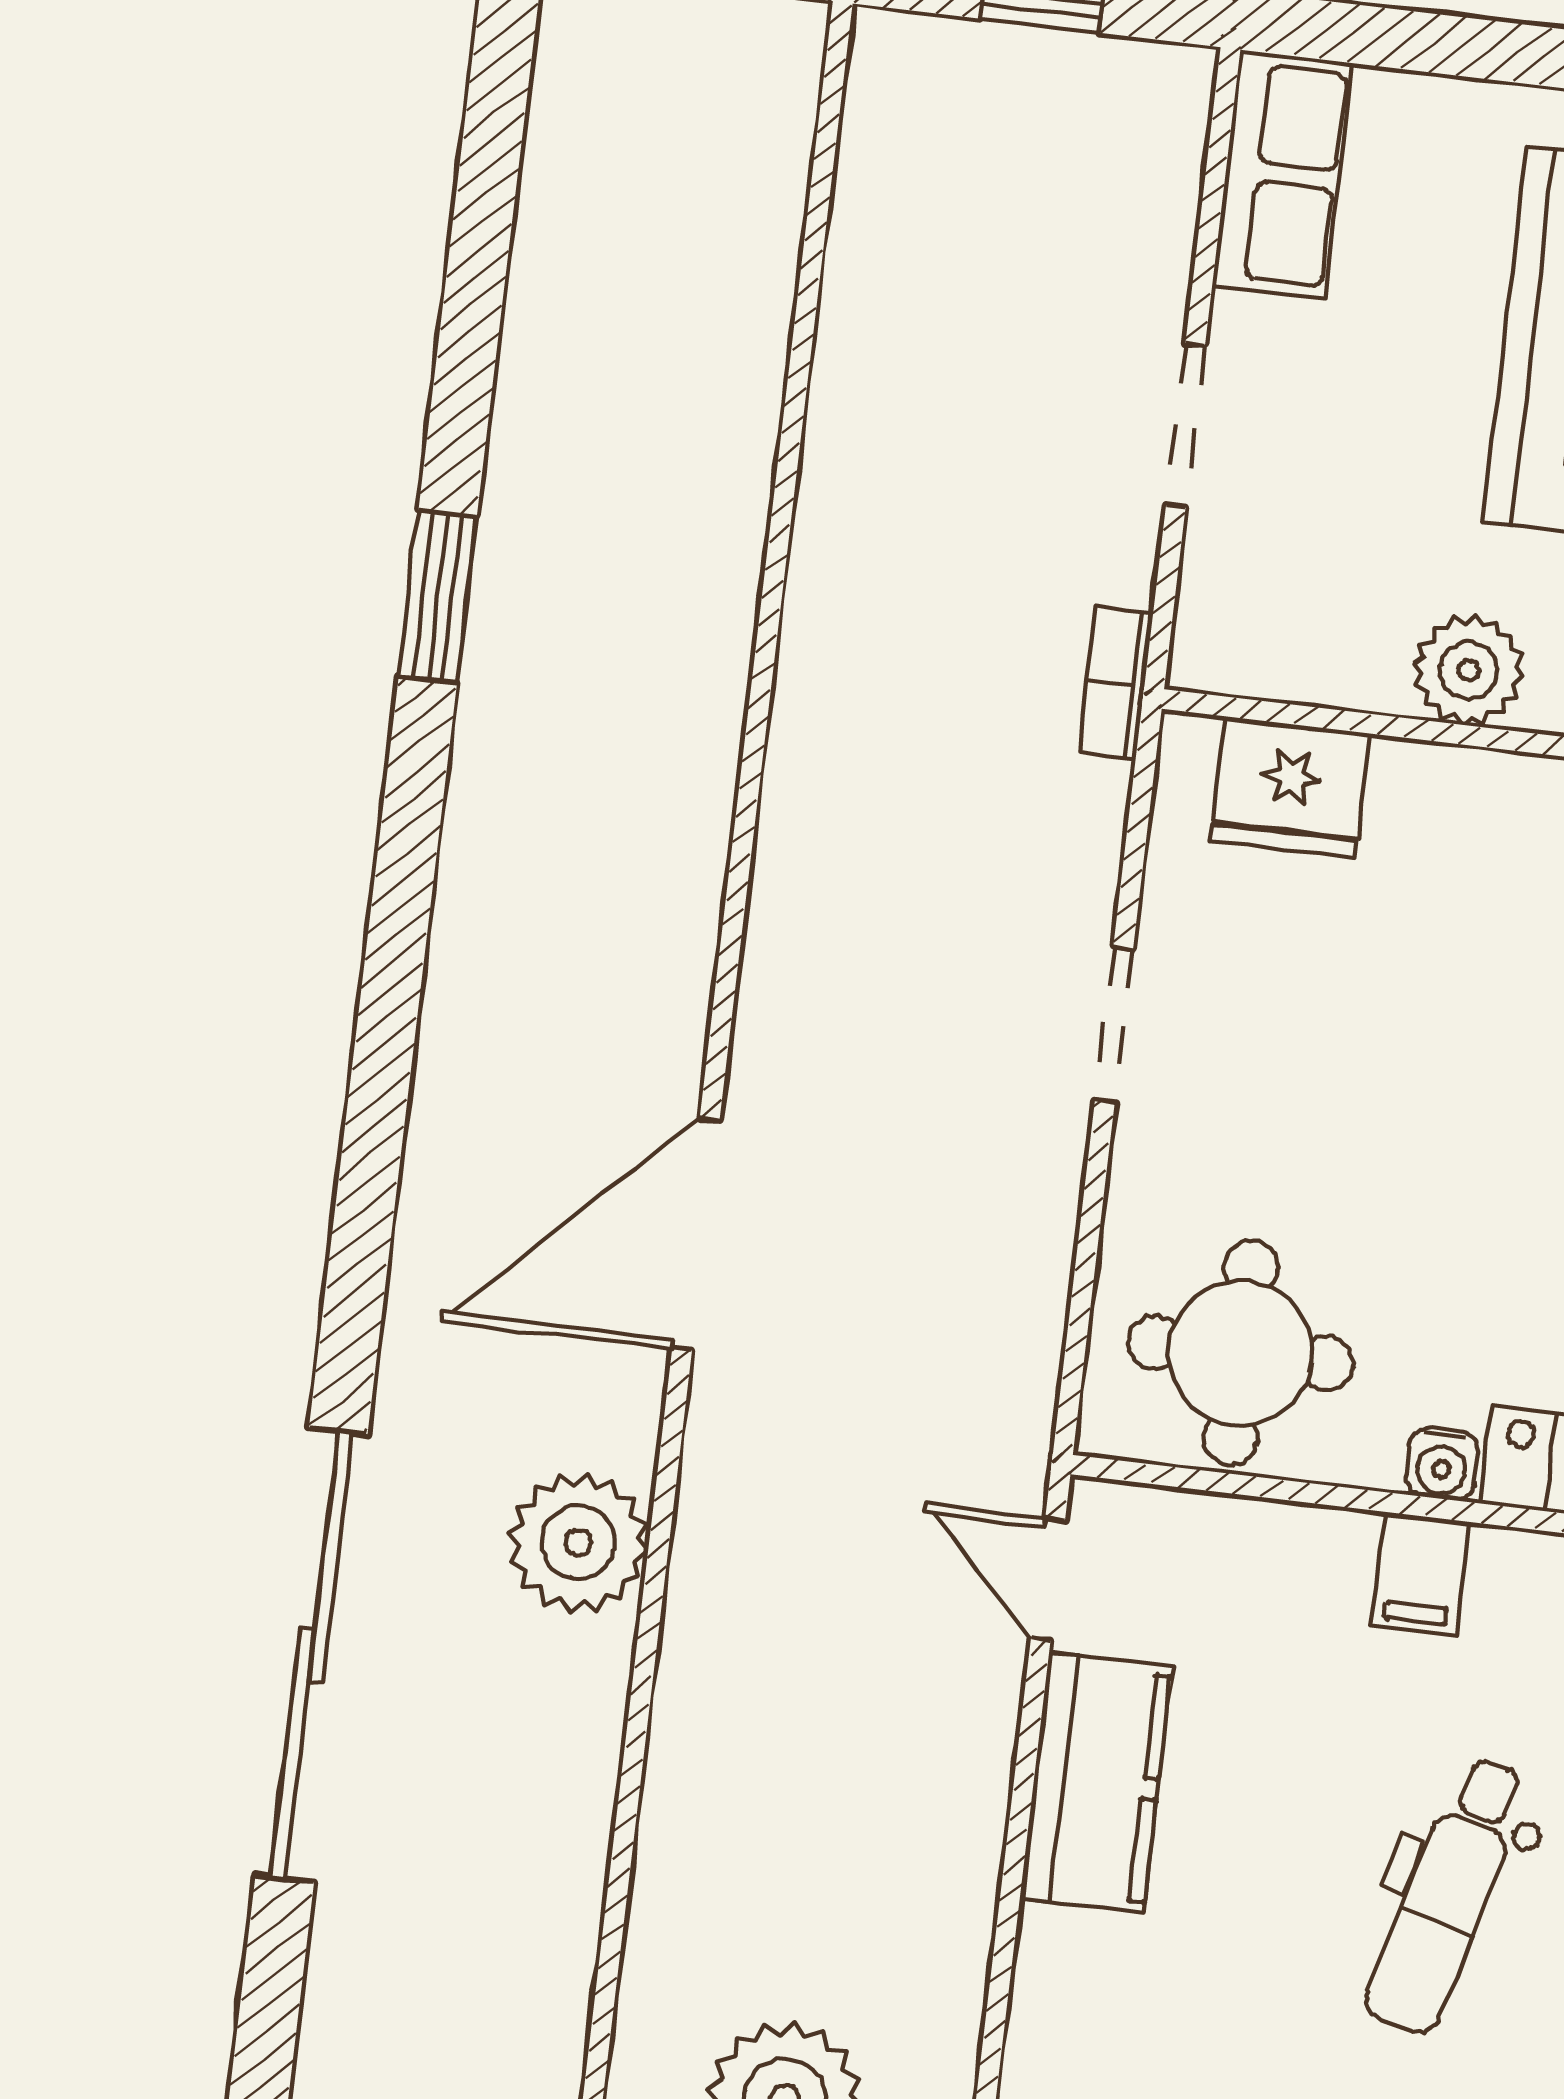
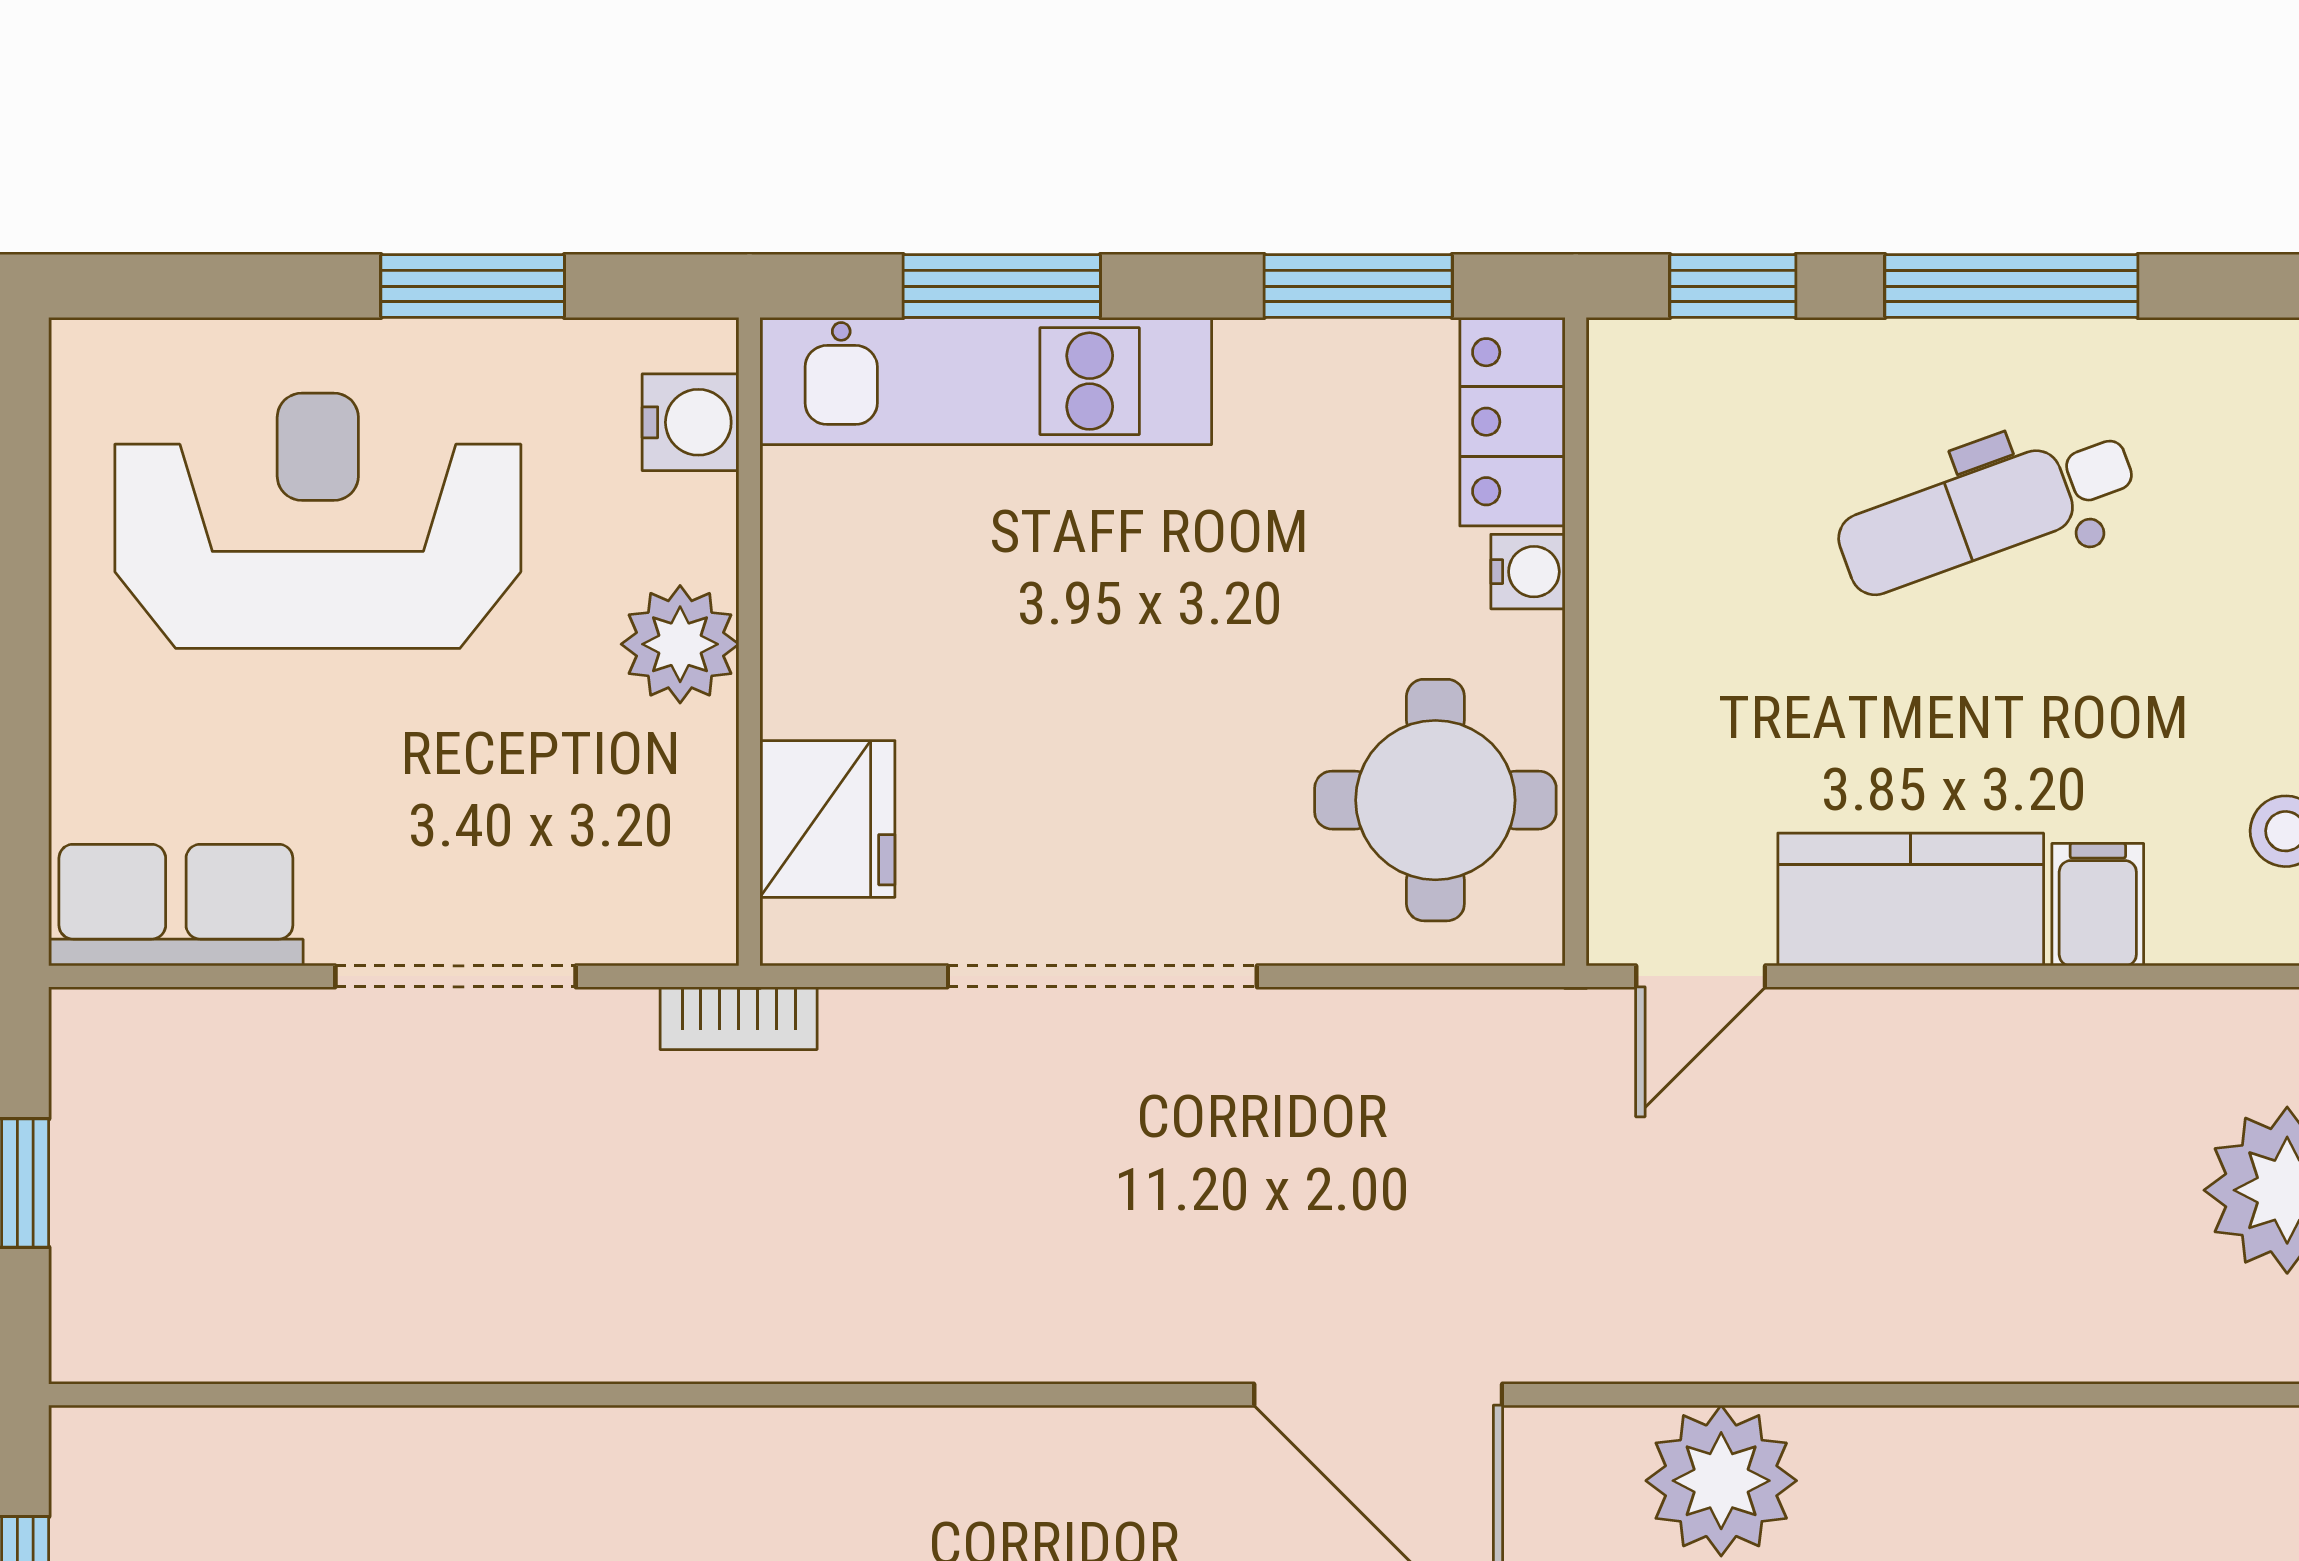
doorway: (1185, 425) -> (455, 976), width x1.38
doorway: (1114, 1025) -> (1102, 976), width x1.88
filing cabinet: (1421, 1574) -> (2098, 905), moved, turned -90
dental chair: (1447, 1895) -> (1987, 511), turned 145

